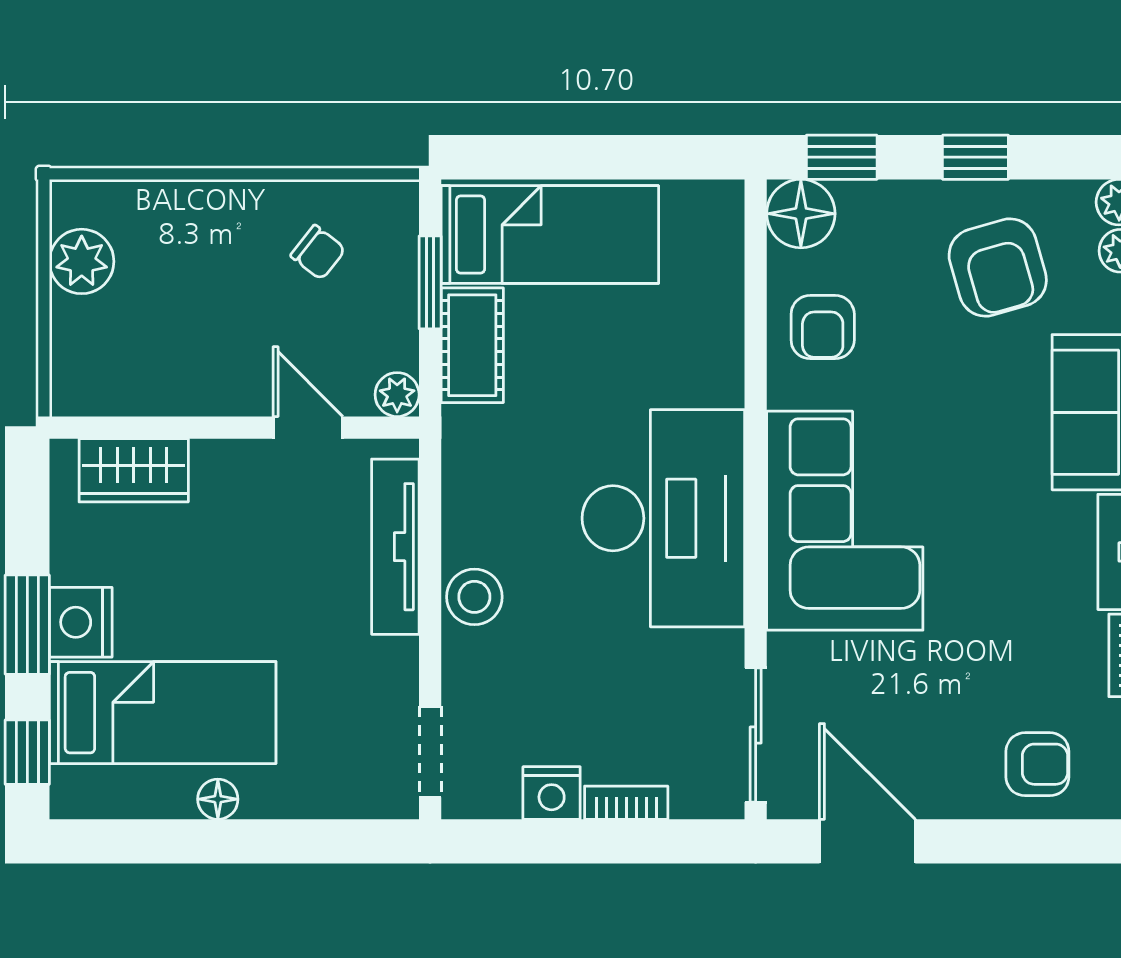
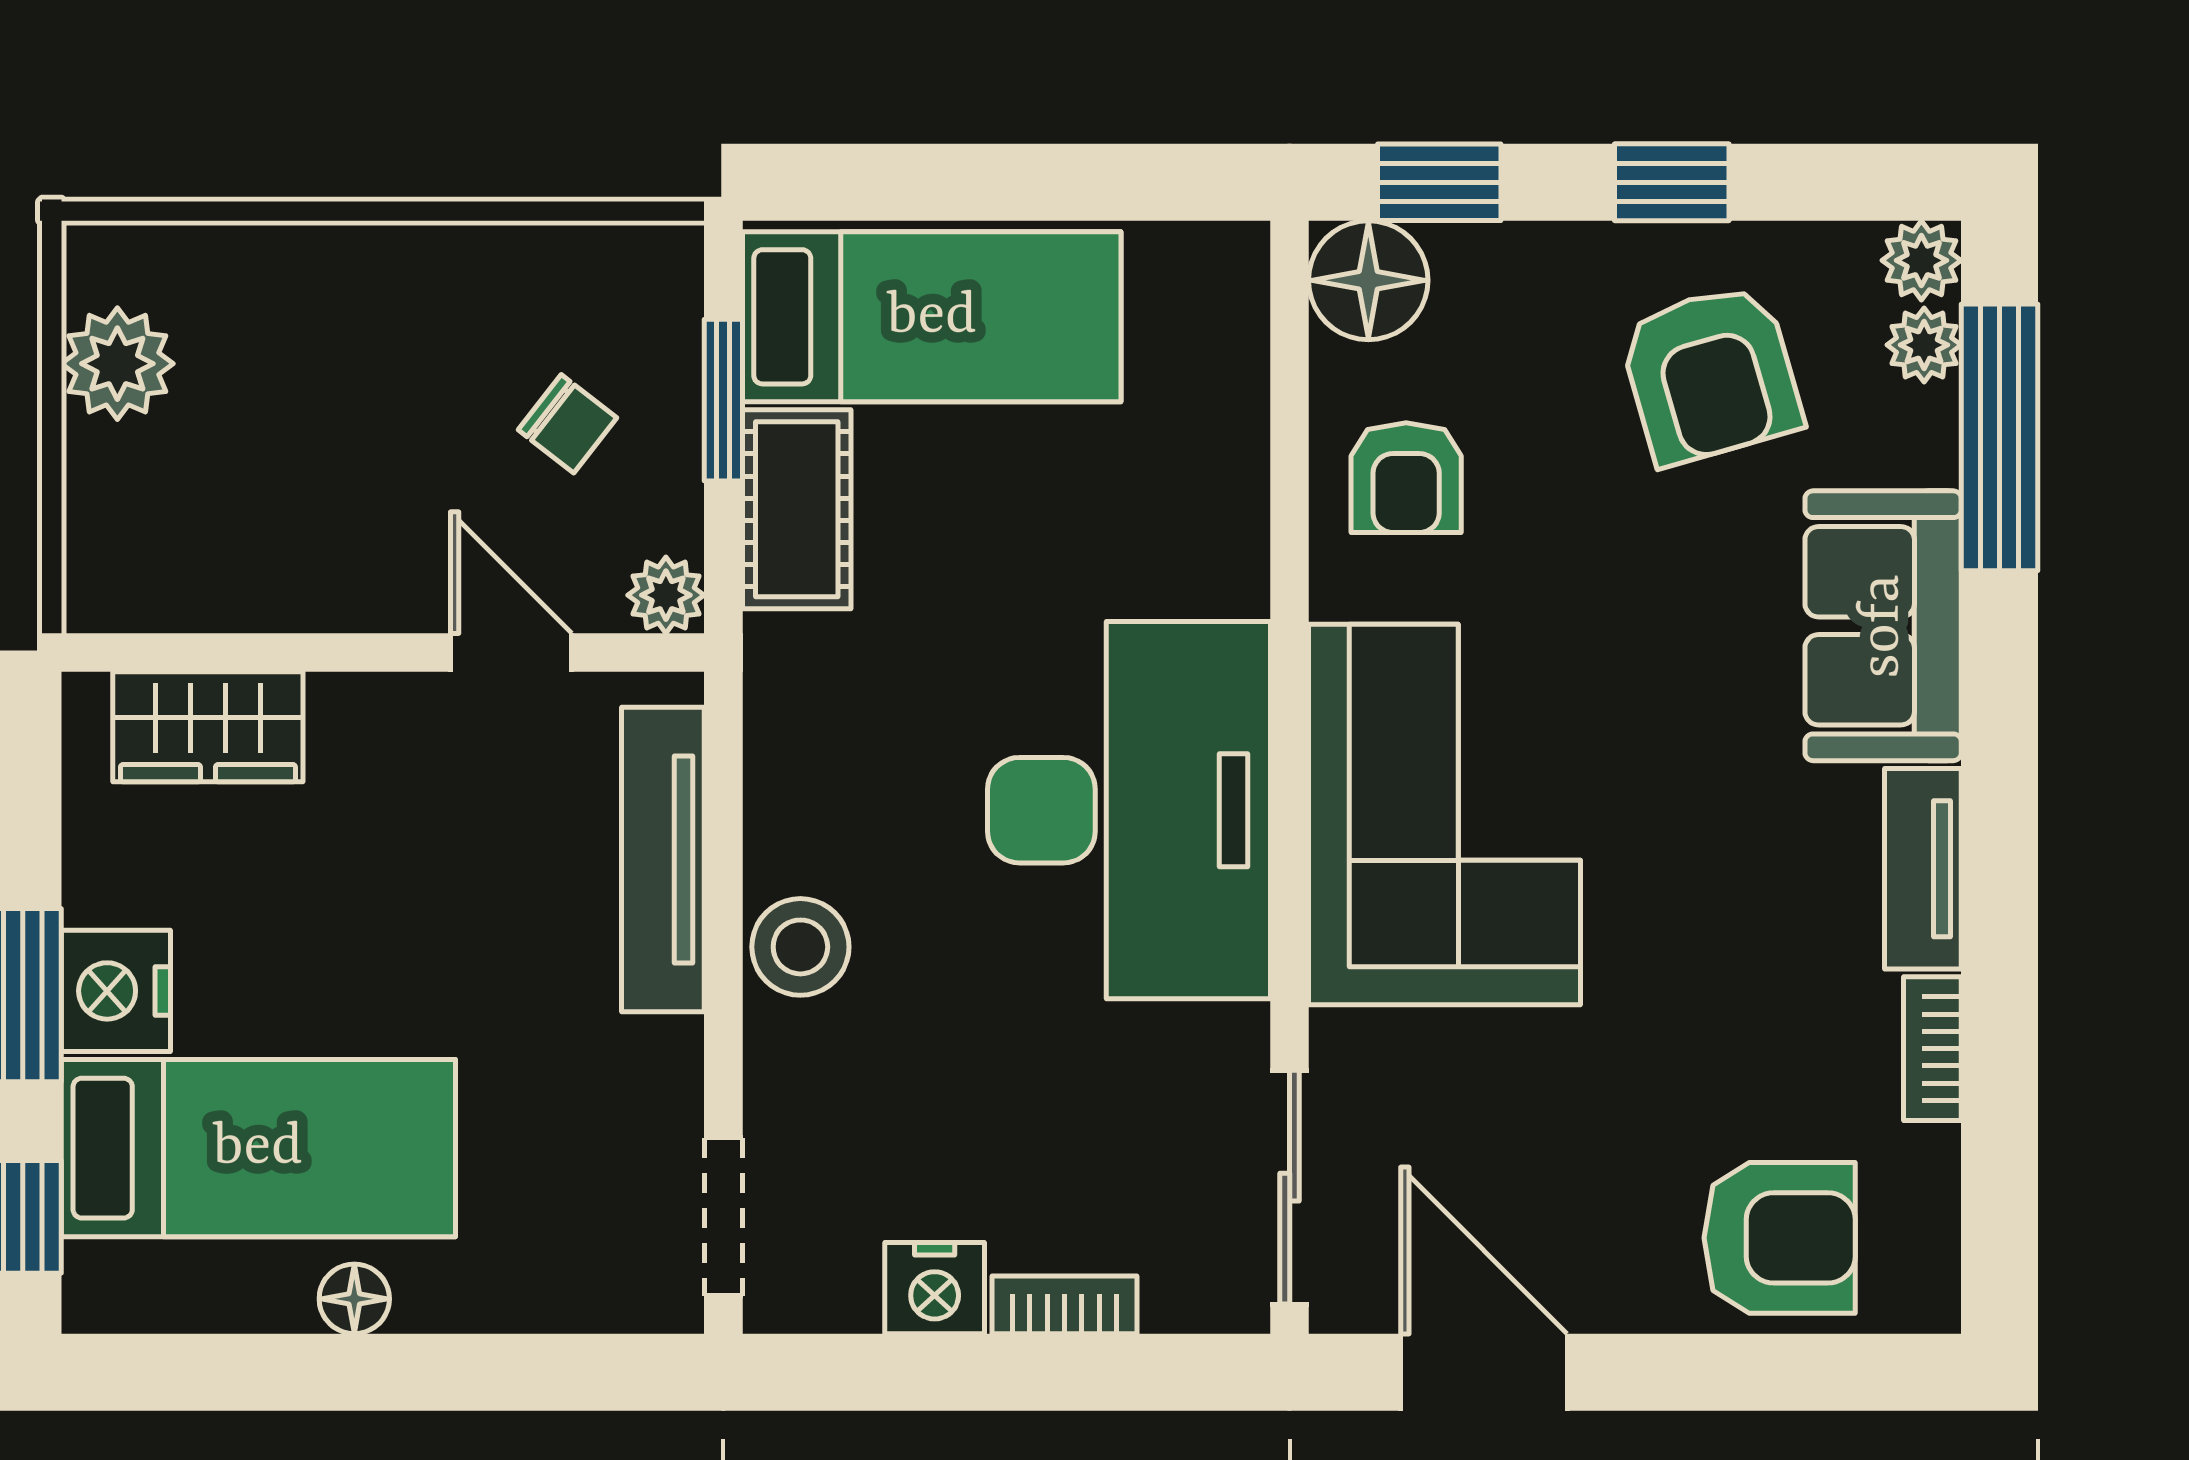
chair: (318, 252) -> (567, 424), moved
armchair: (1037, 764) -> (1780, 1238), width x1.38, depth x1.38

